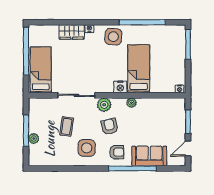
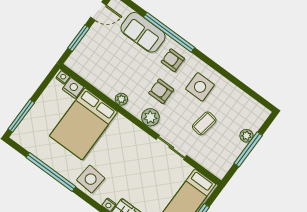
bed: (139, 69) -> (83, 124), width x1.50
nightstand: (120, 87) -> (73, 88), moved
sliding door: (76, 95) -> (171, 147), width x0.73
armchair: (110, 127) -> (161, 91), turned 104

